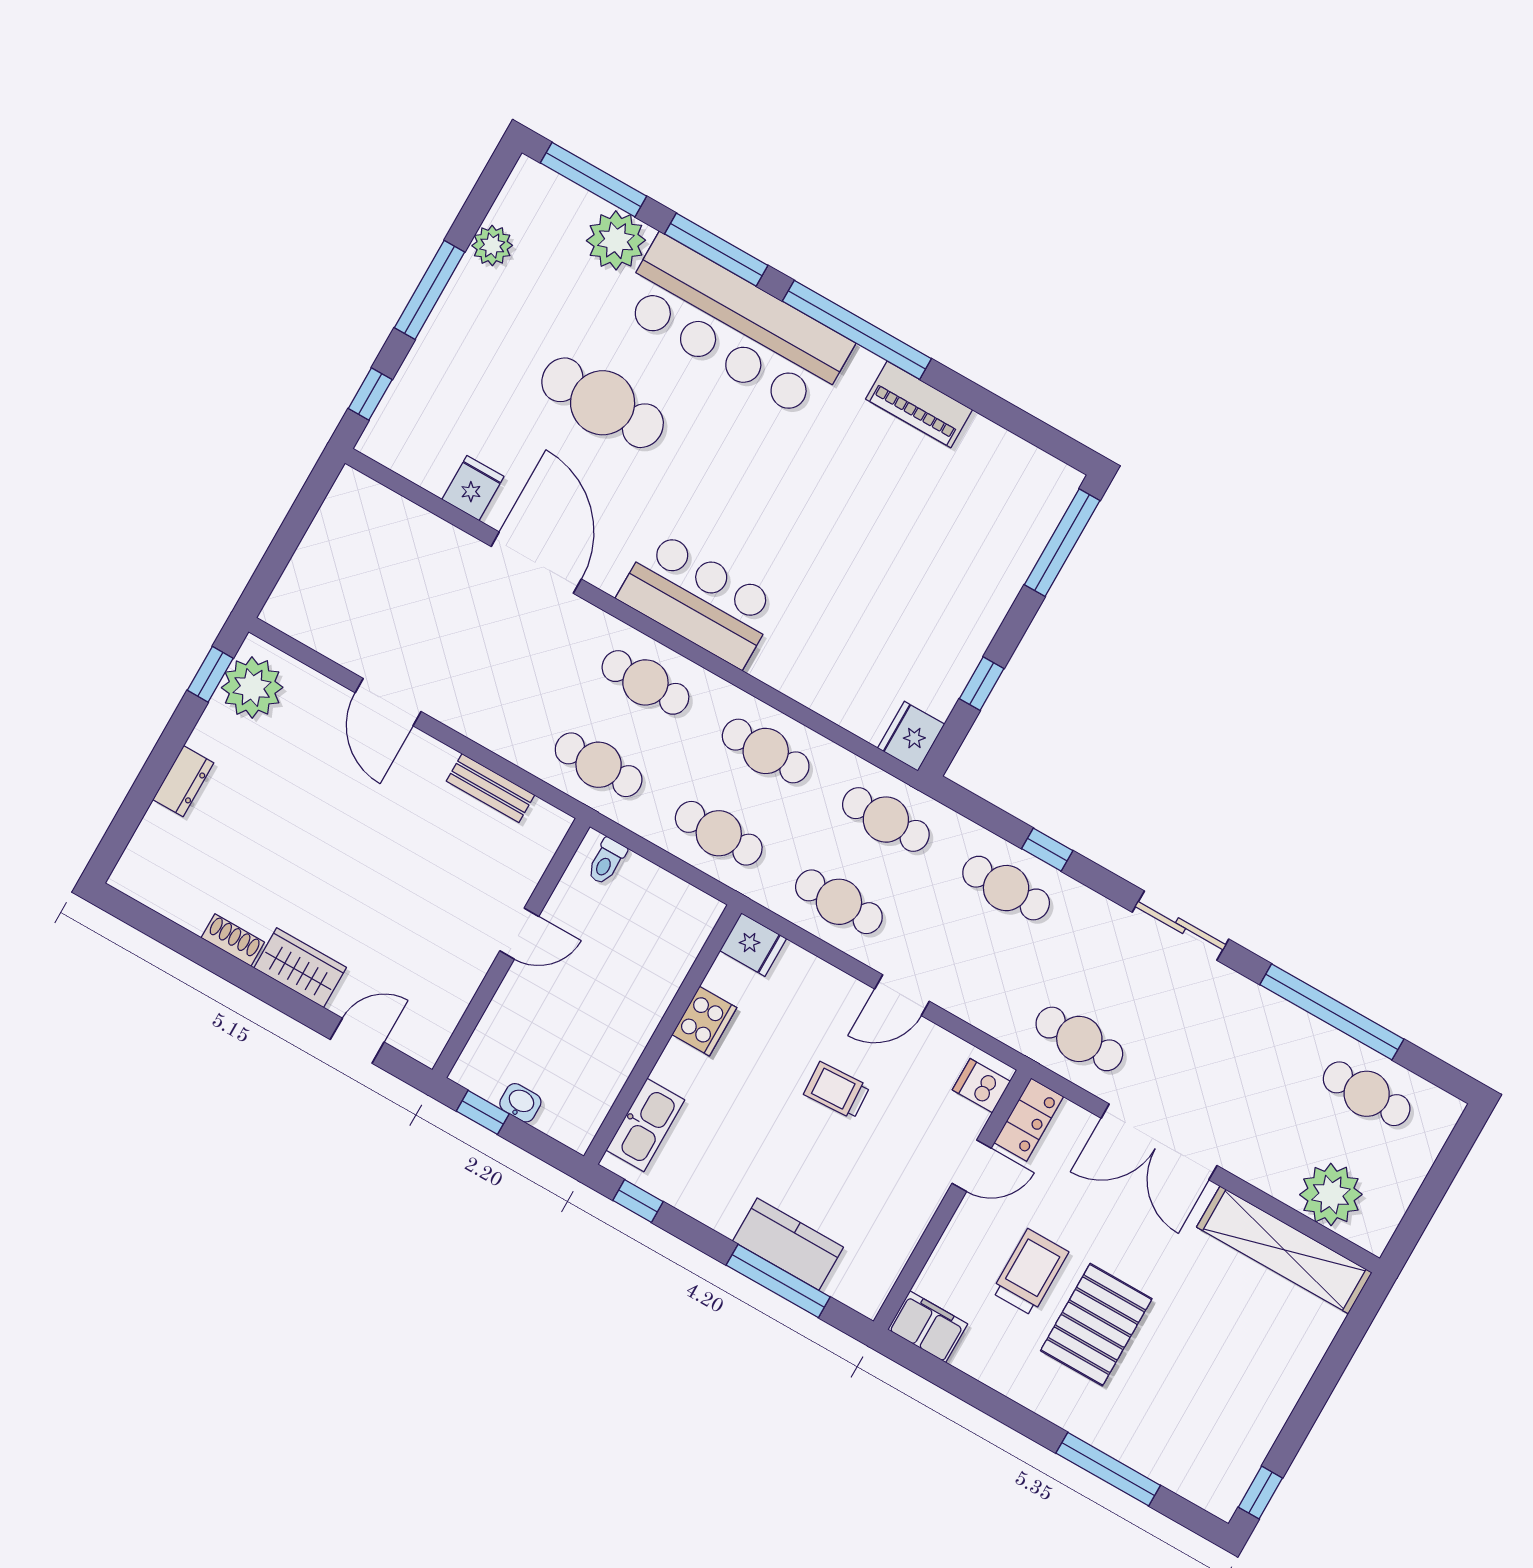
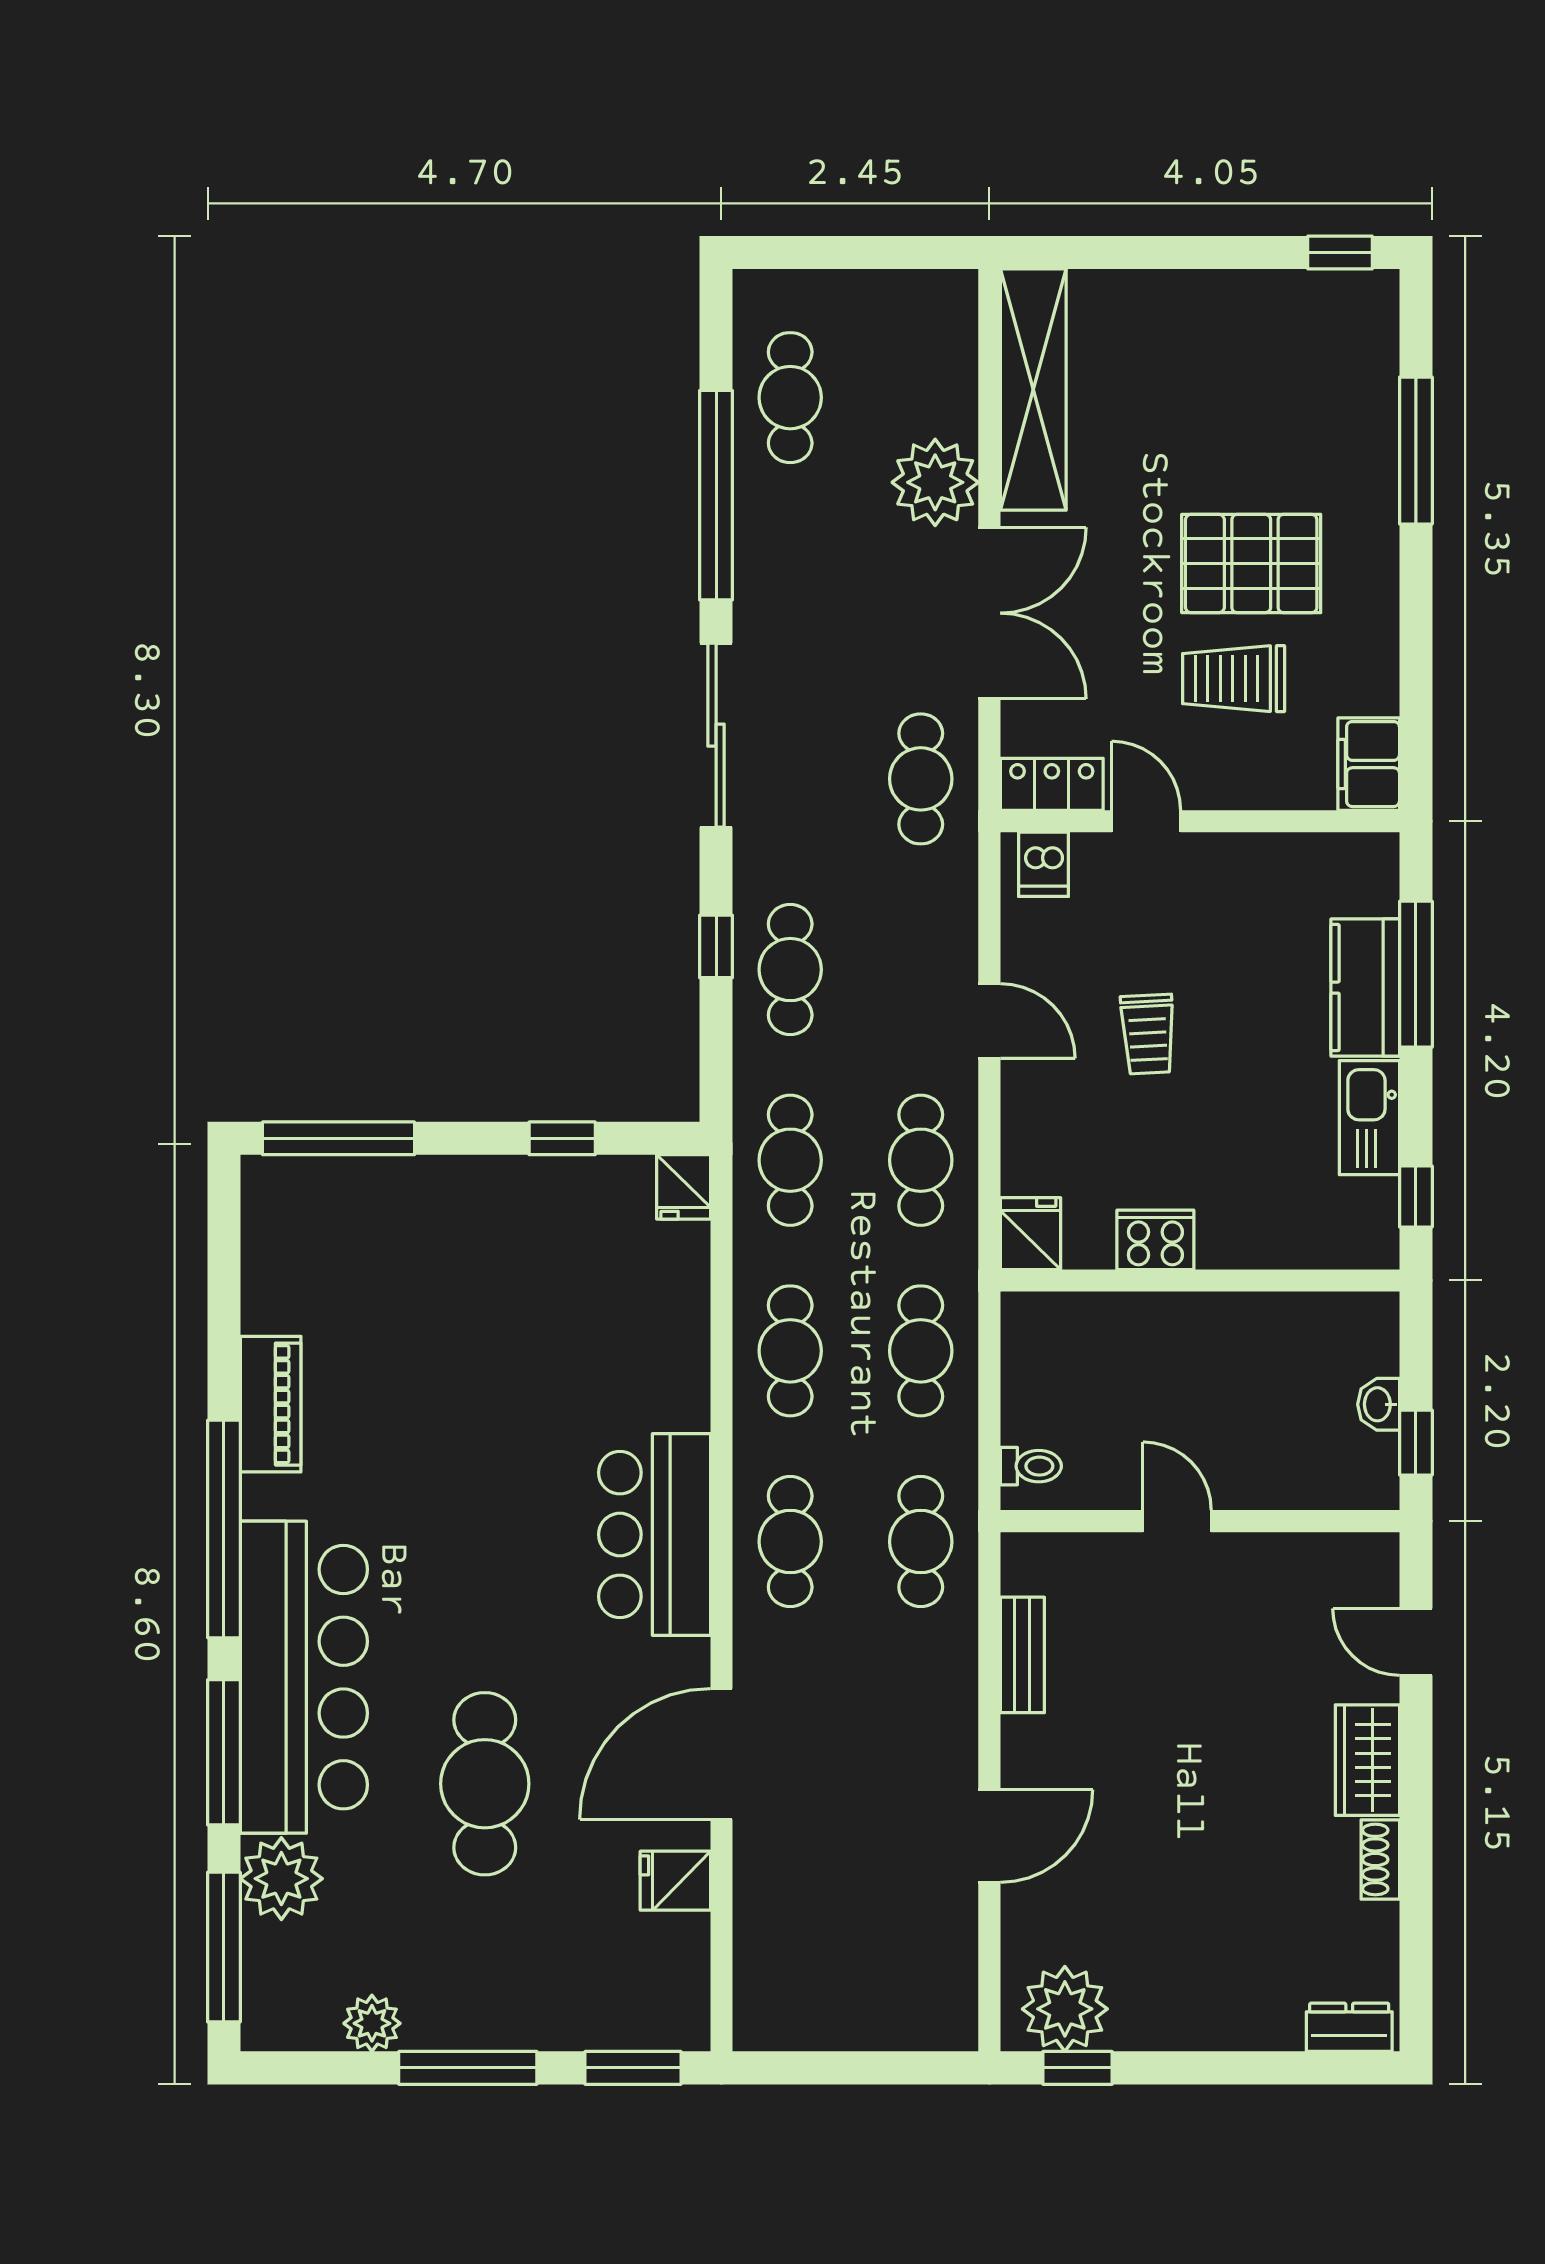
window: (370, 394) -> (633, 2068), width x1.50
fridge: (911, 736) -> (684, 1187), width x0.72
dresser: (183, 781) -> (1349, 2027), moved
sliding door: (1181, 926) -> (716, 735), width x1.37
kitchen sink: (645, 1125) -> (1369, 1118), moved, turned -90
plant: (1331, 1195) -> (935, 482), moved

